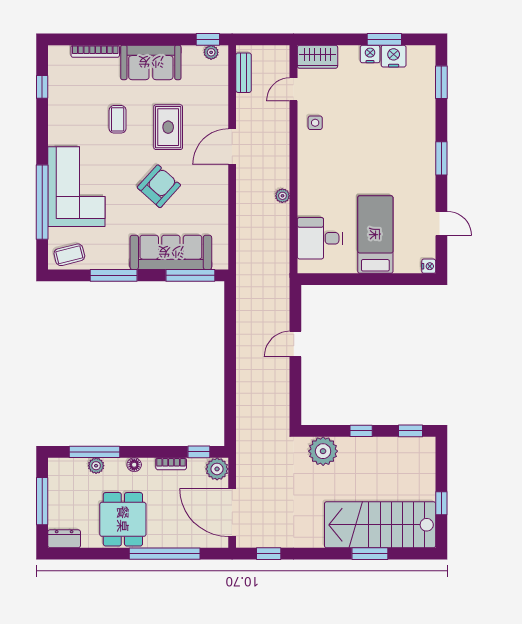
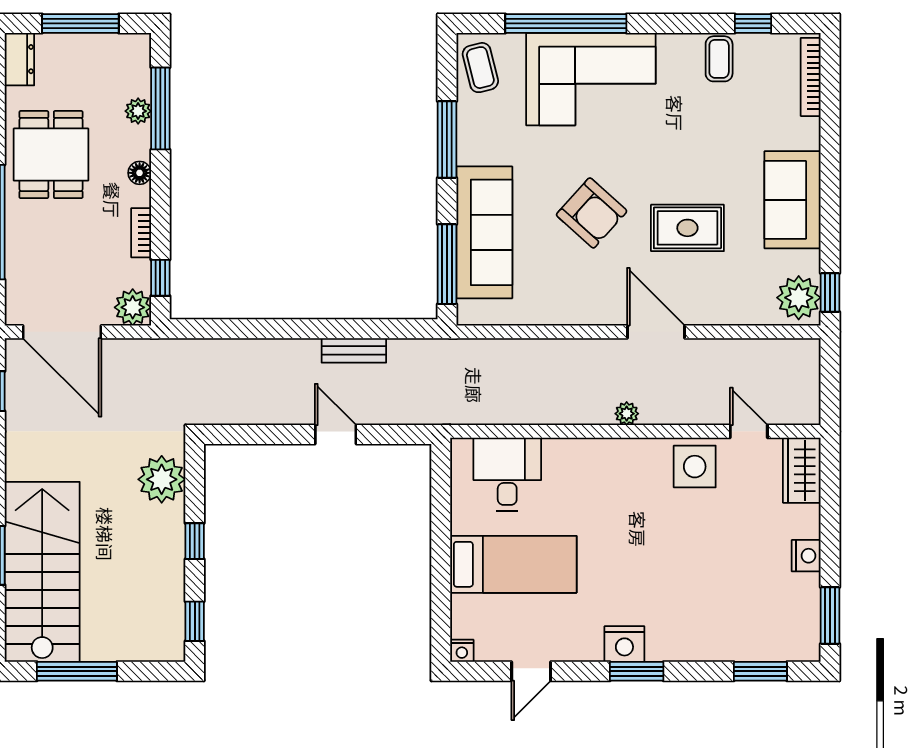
window: (384, 39) -> (830, 616), moved
bookcase: (95, 51) -> (811, 77), moved
plant: (211, 52) -> (799, 298), width x1.87, depth x1.87
nightstand: (394, 56) -> (624, 644), moved, turned 90
bench: (244, 73) -> (354, 350), moved
coffee table: (118, 119) -> (719, 59), moved, turned 90
side table: (315, 123) -> (695, 467), width x1.87, depth x1.87
plant: (282, 196) -> (627, 414), moved
window: (441, 503) -> (77, 671), width x2.17
door: (232, 512) -> (62, 332), swing flipped
dining table: (123, 519) -> (51, 155), turned 90

